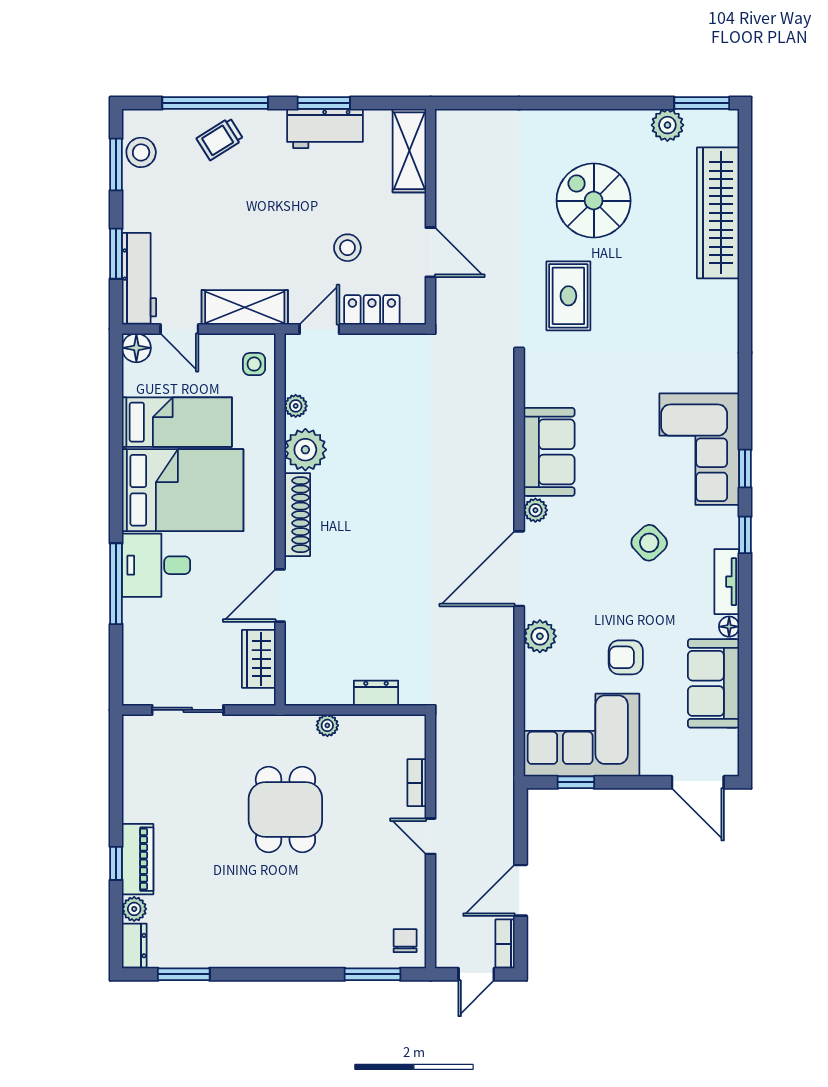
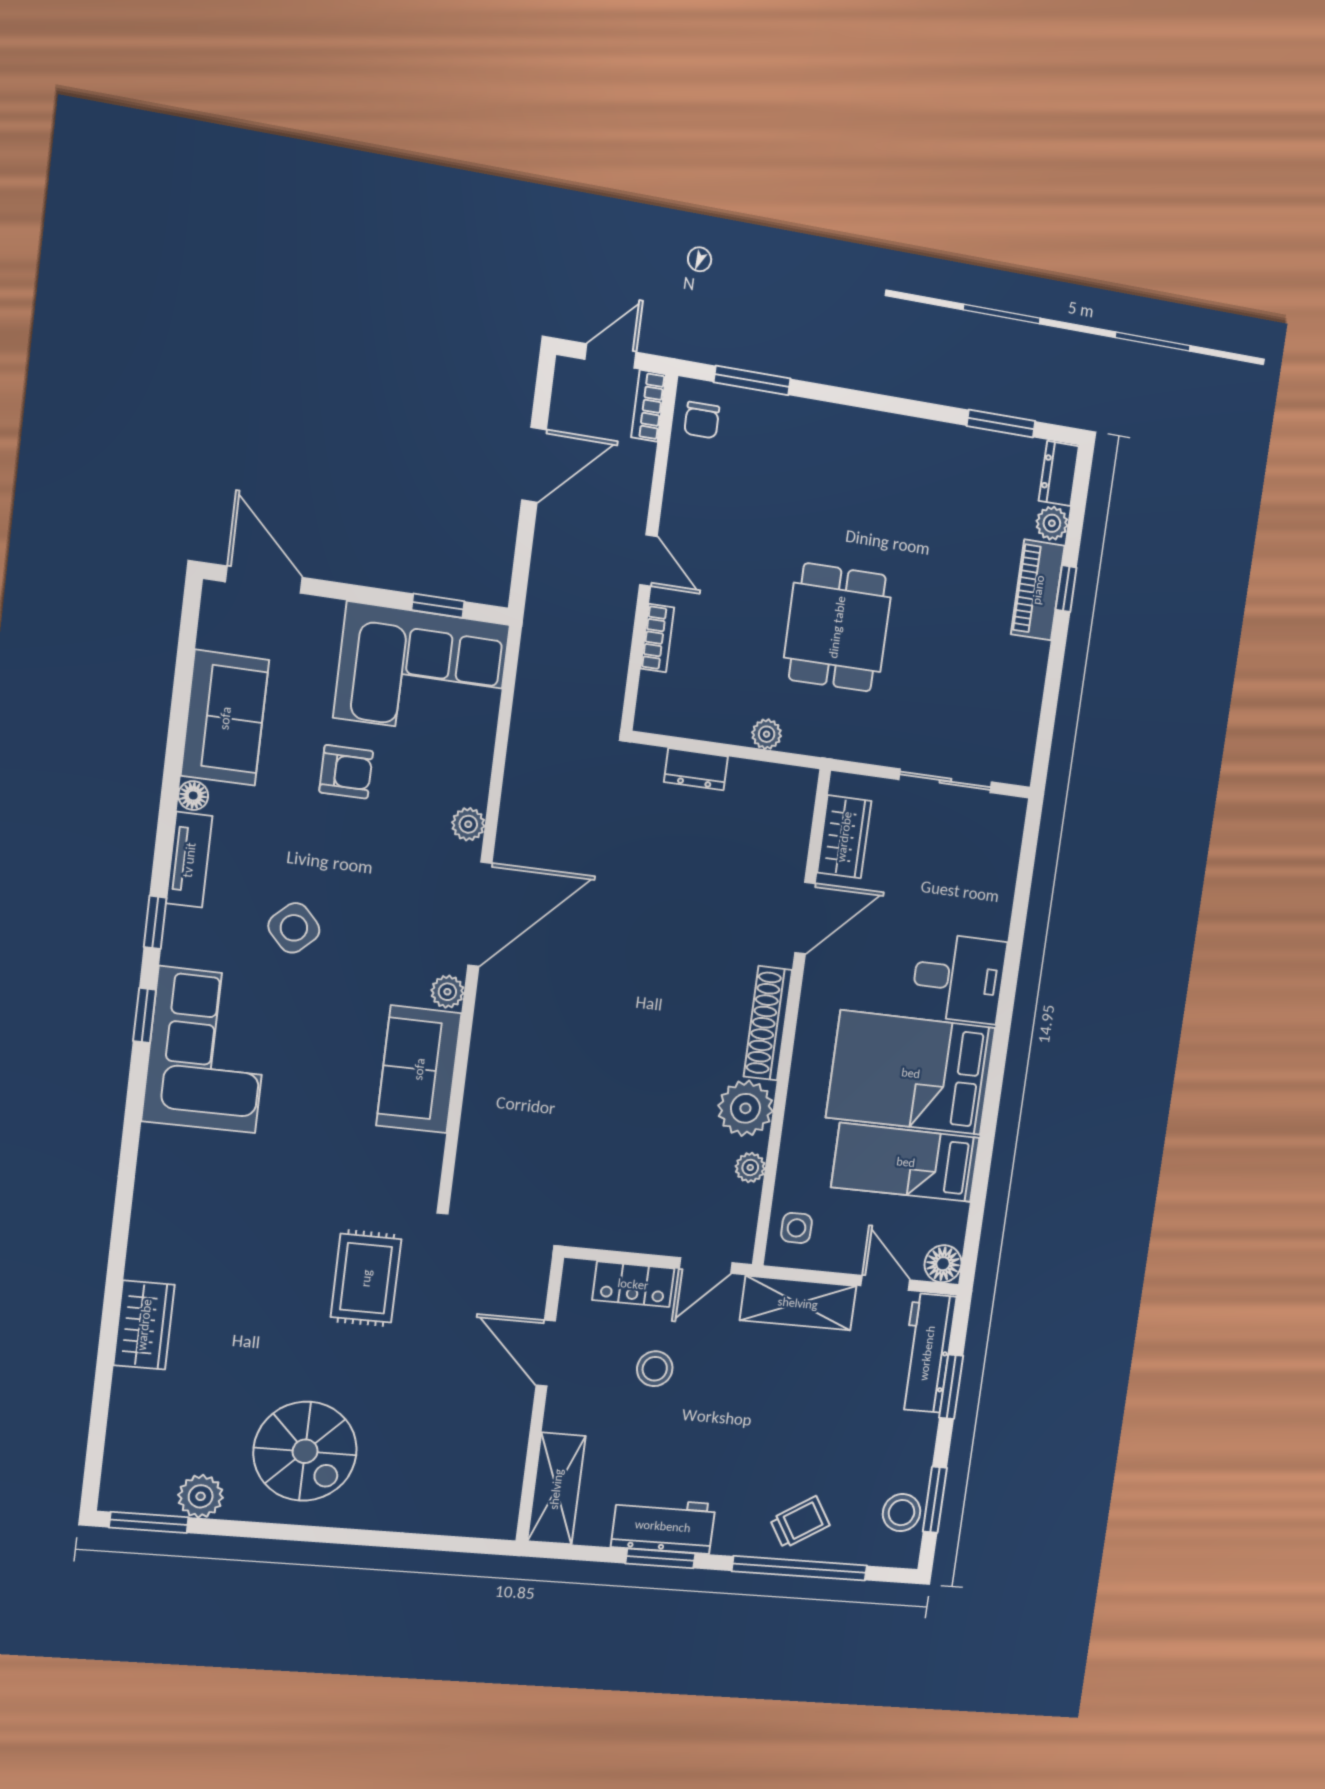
spiral stairs: (594, 201) -> (305, 1451), moved
wardrobe: (718, 213) -> (144, 1325), width x0.48, depth x0.85
window: (116, 584) -> (1013, 960), removed
plant: (540, 636) -> (468, 824), width x0.73, depth x0.73
bookcase: (505, 944) -> (649, 406), moved, turned 180

